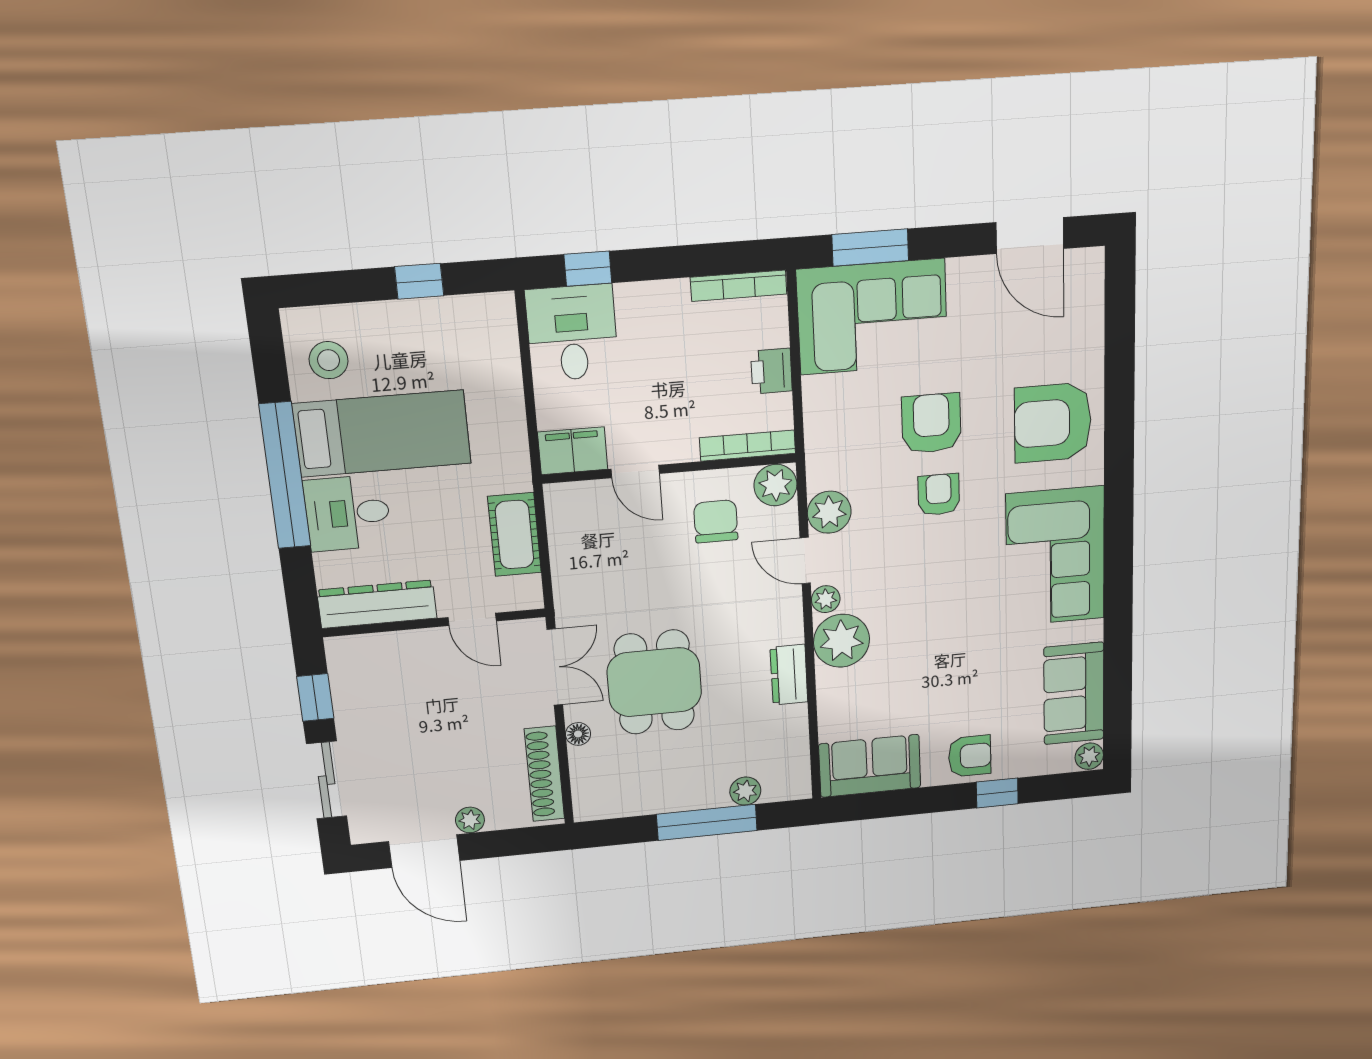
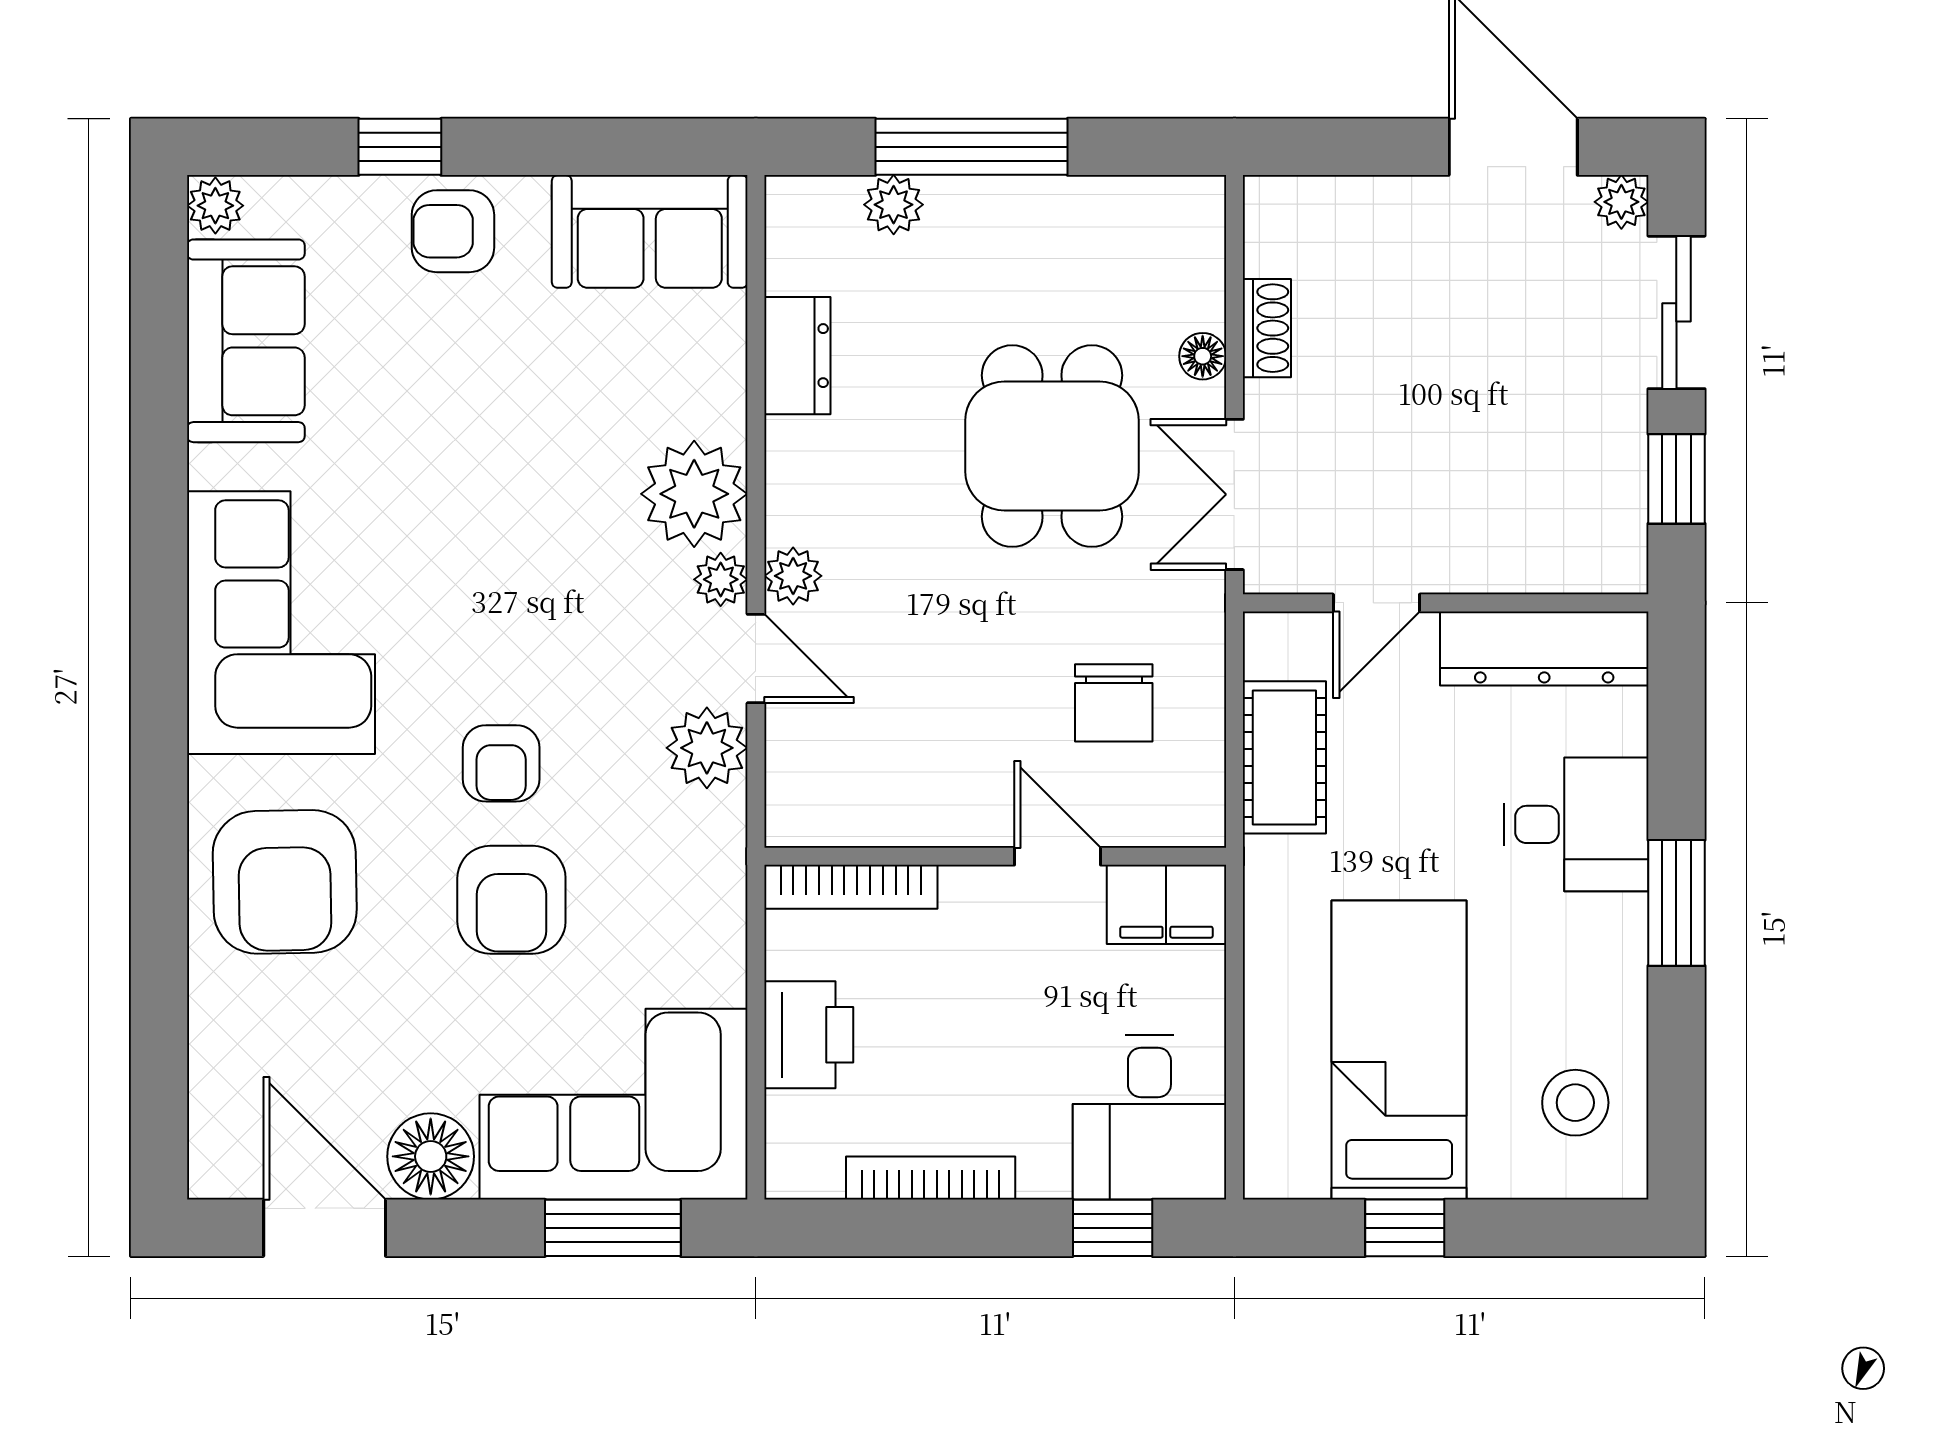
floor lamp: (972, 280) -> (431, 1156), added
bookcase: (739, 286) -> (931, 1178), moved
printer: (771, 371) -> (809, 1035), width x1.36, depth x1.24
armchair: (1053, 423) -> (285, 882), turned 89
bed: (382, 434) -> (1399, 1050), moved, turned 90
window: (285, 476) -> (1676, 903), width x0.47
plant: (775, 485) -> (793, 576), moved, width x0.73, depth x0.73
chair: (716, 521) -> (1114, 703), moved
door: (472, 619) -> (1376, 603), swing flipped
dresser: (789, 675) -> (797, 356), moved
shoe rack: (544, 774) -> (1267, 328), width x0.51, depth x0.81
plant: (470, 820) -> (1621, 202), moved

